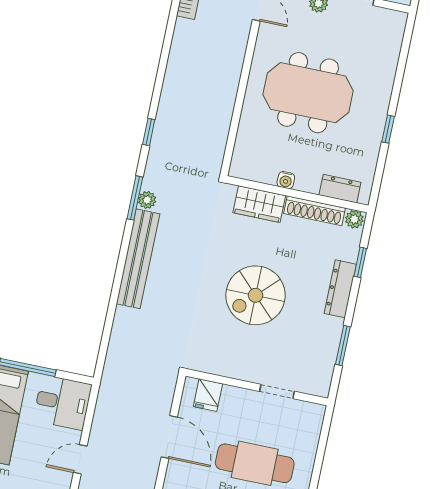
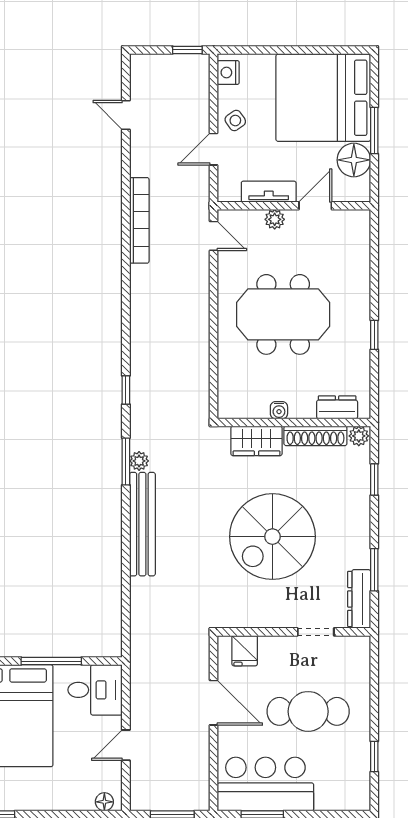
dresser: (340, 289) -> (359, 599), moved
spiral stairs: (255, 295) -> (272, 537), width x1.37, depth x1.37

